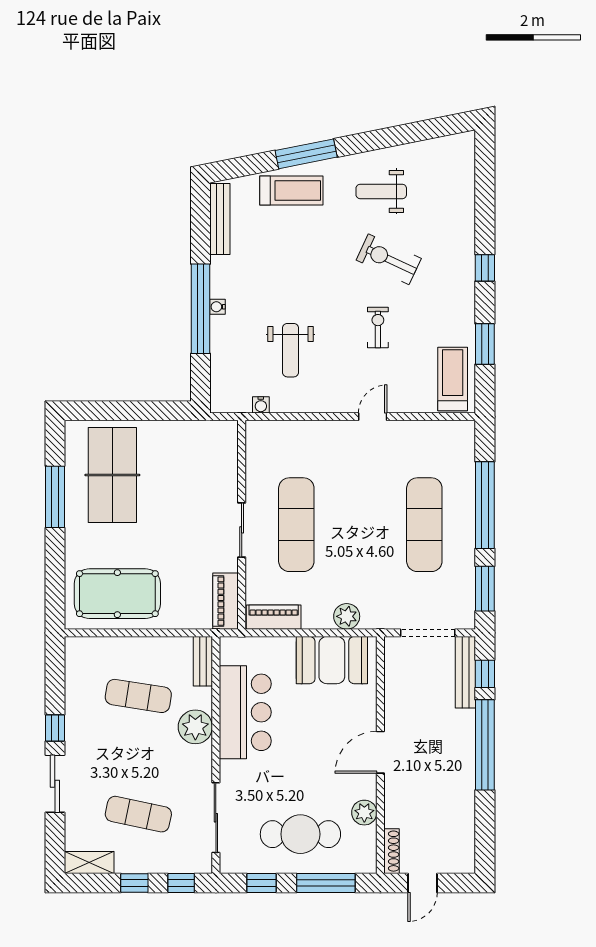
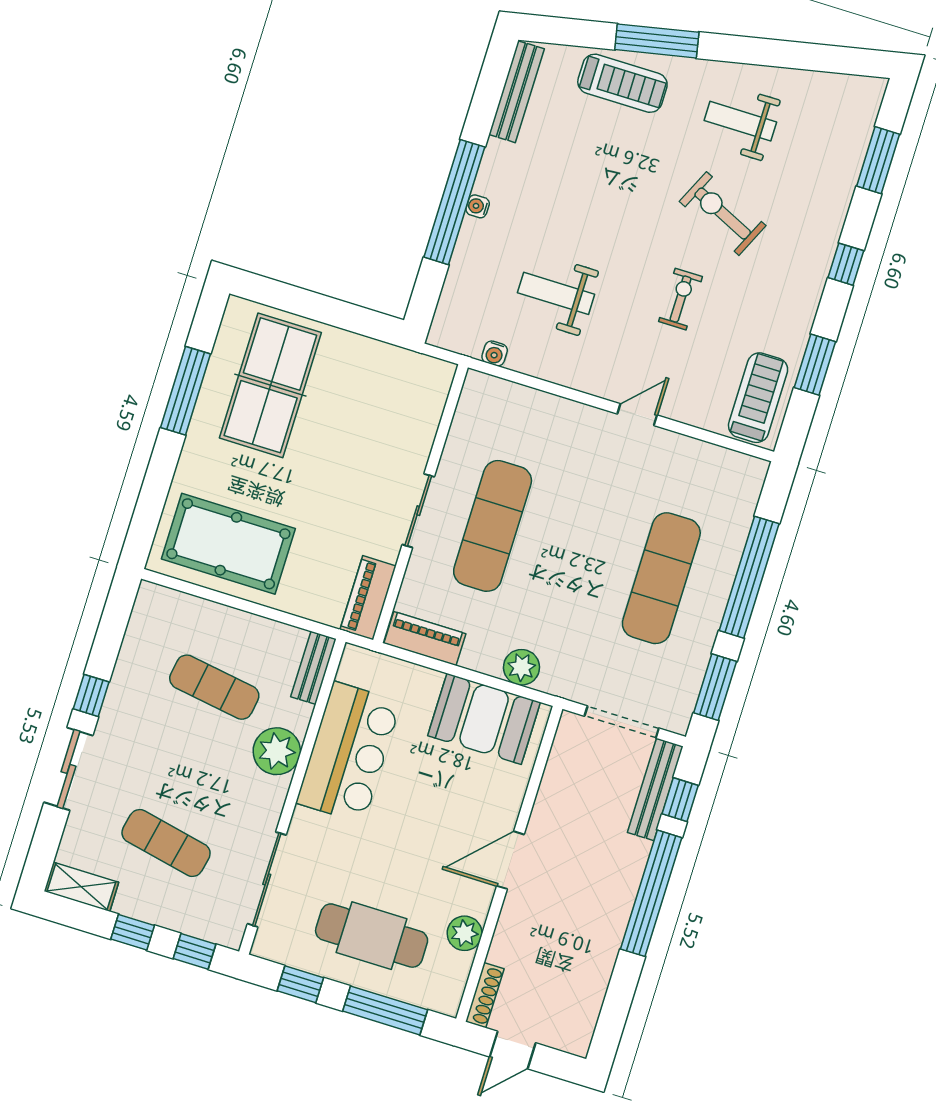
window: (485, 189) -> (878, 160), added
weight bench: (291, 350) -> (556, 293), turned 90

